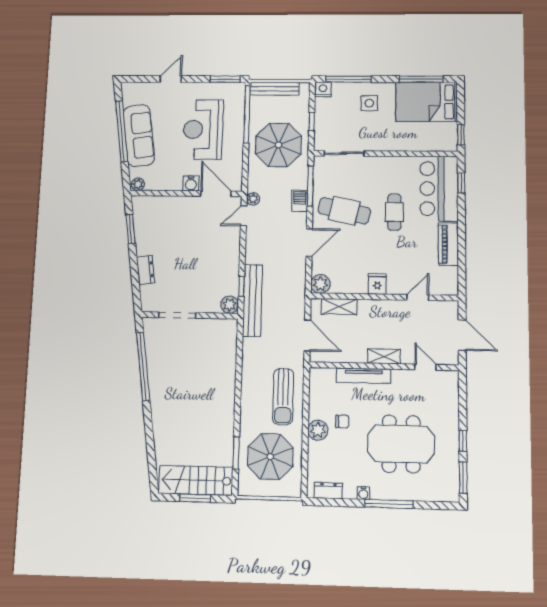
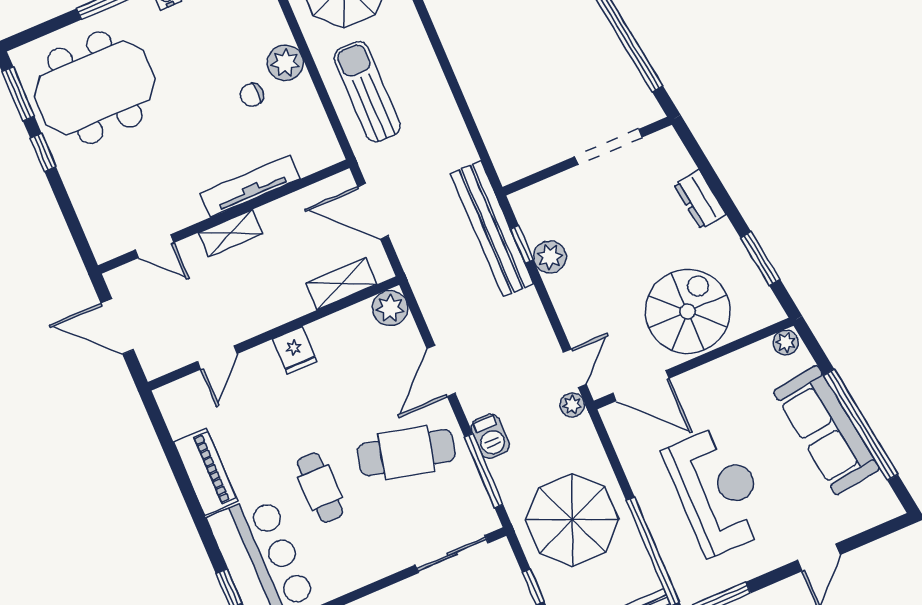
water cooler: (191, 183) -> (693, 385), removed
spiral stairs: (177, 219) -> (688, 311), added
plant: (230, 305) -> (550, 257), moved
meeting table: (401, 444) -> (95, 88), moved

